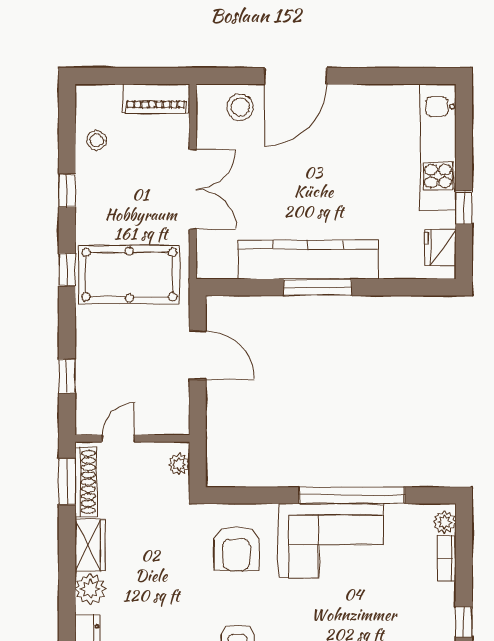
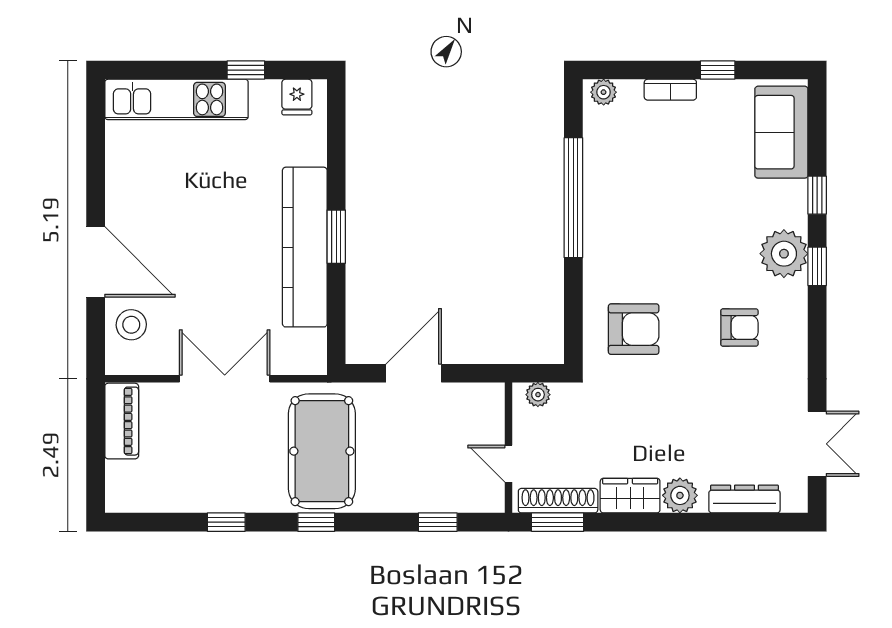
stool: (97, 140) -> (169, 488), removed
fridge: (440, 248) -> (297, 97), width x0.72
window: (318, 287) -> (336, 237), width x0.69
corner sofa: (331, 541) -> (625, 222), removed
bookcase: (447, 558) -> (670, 90), moved

